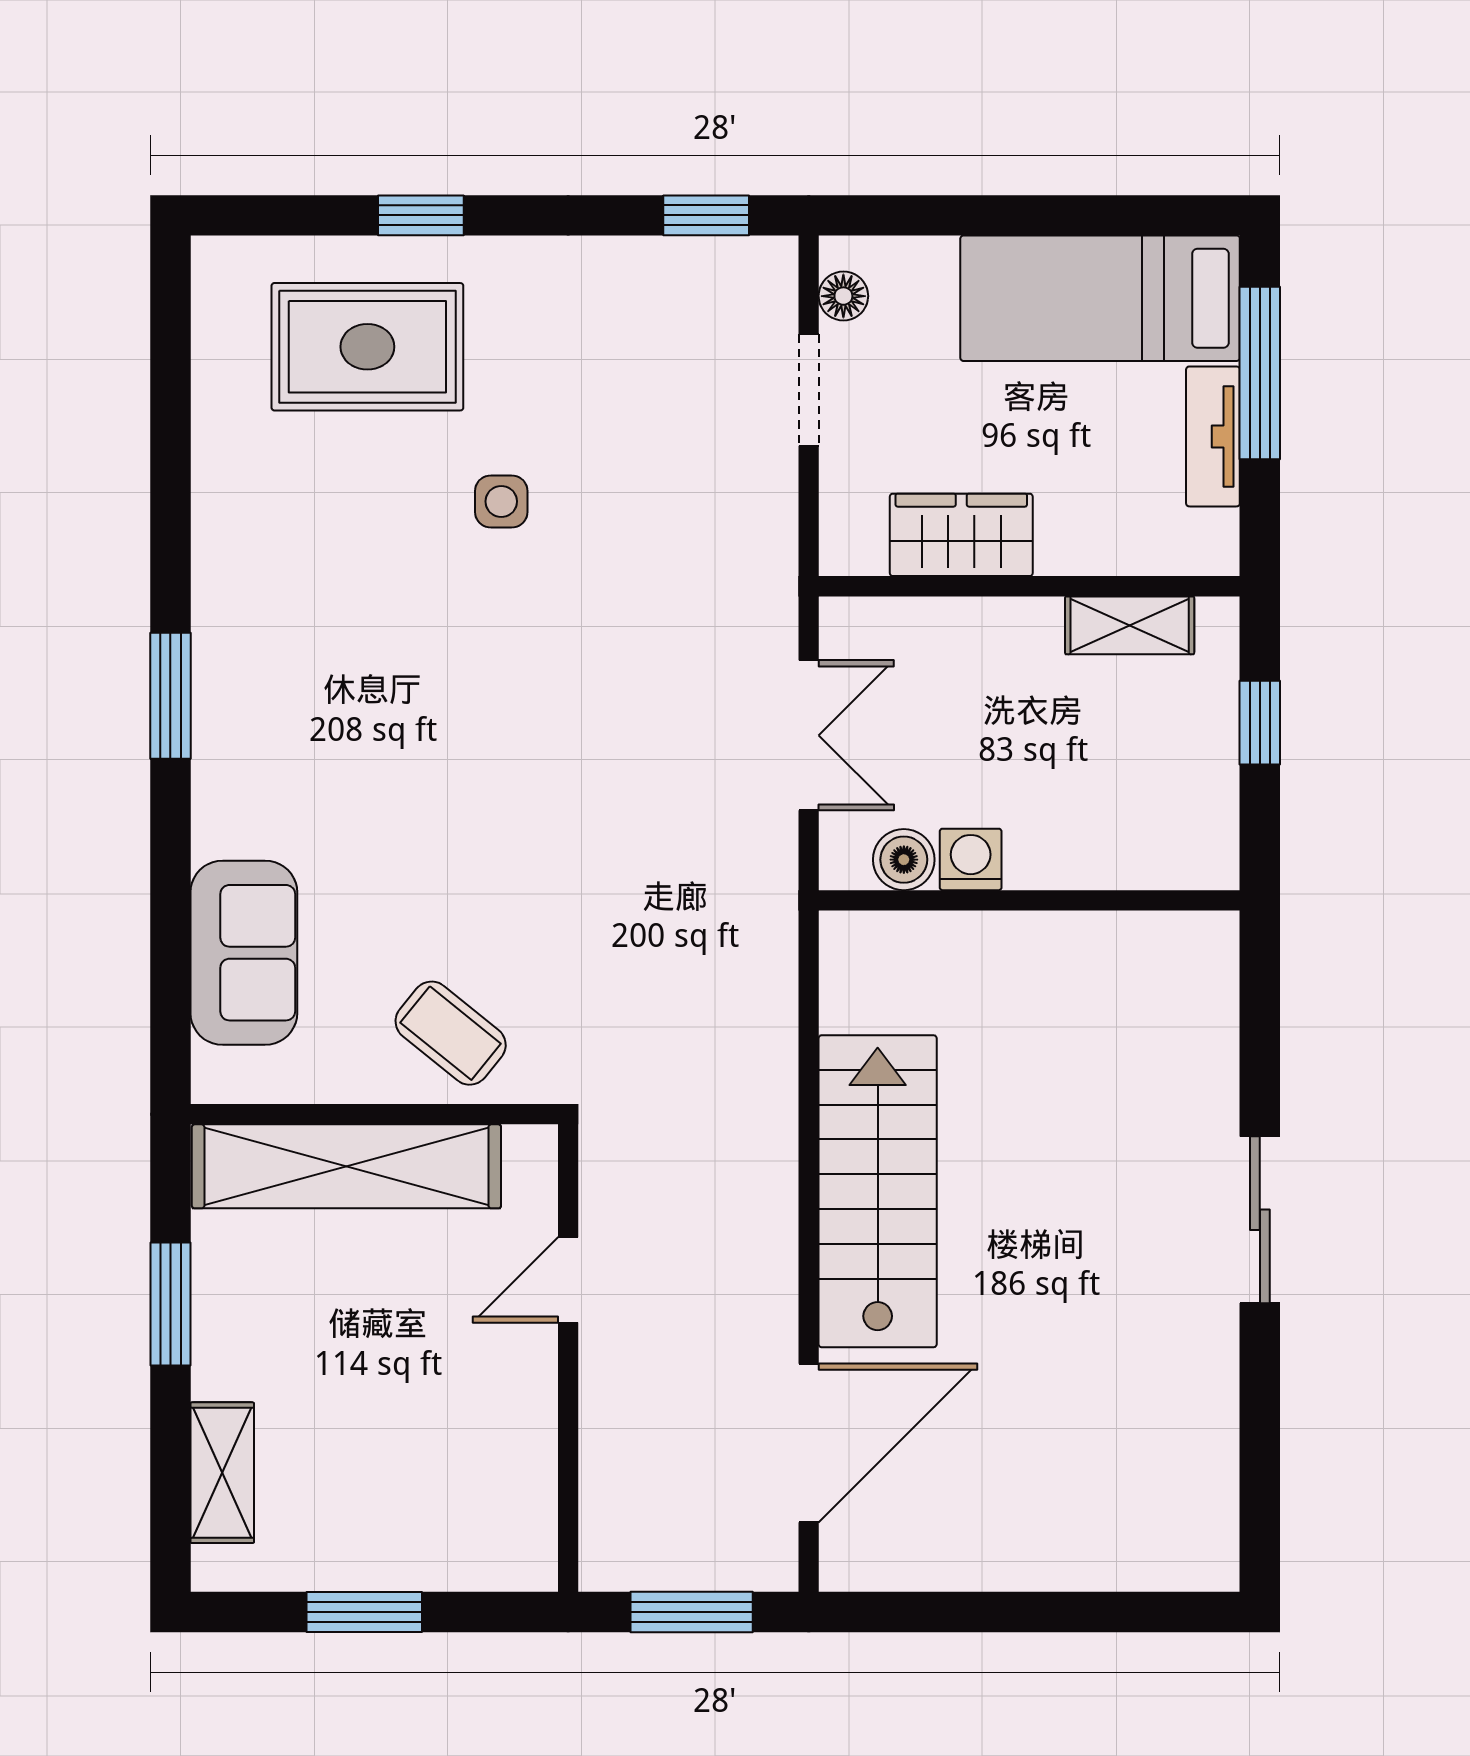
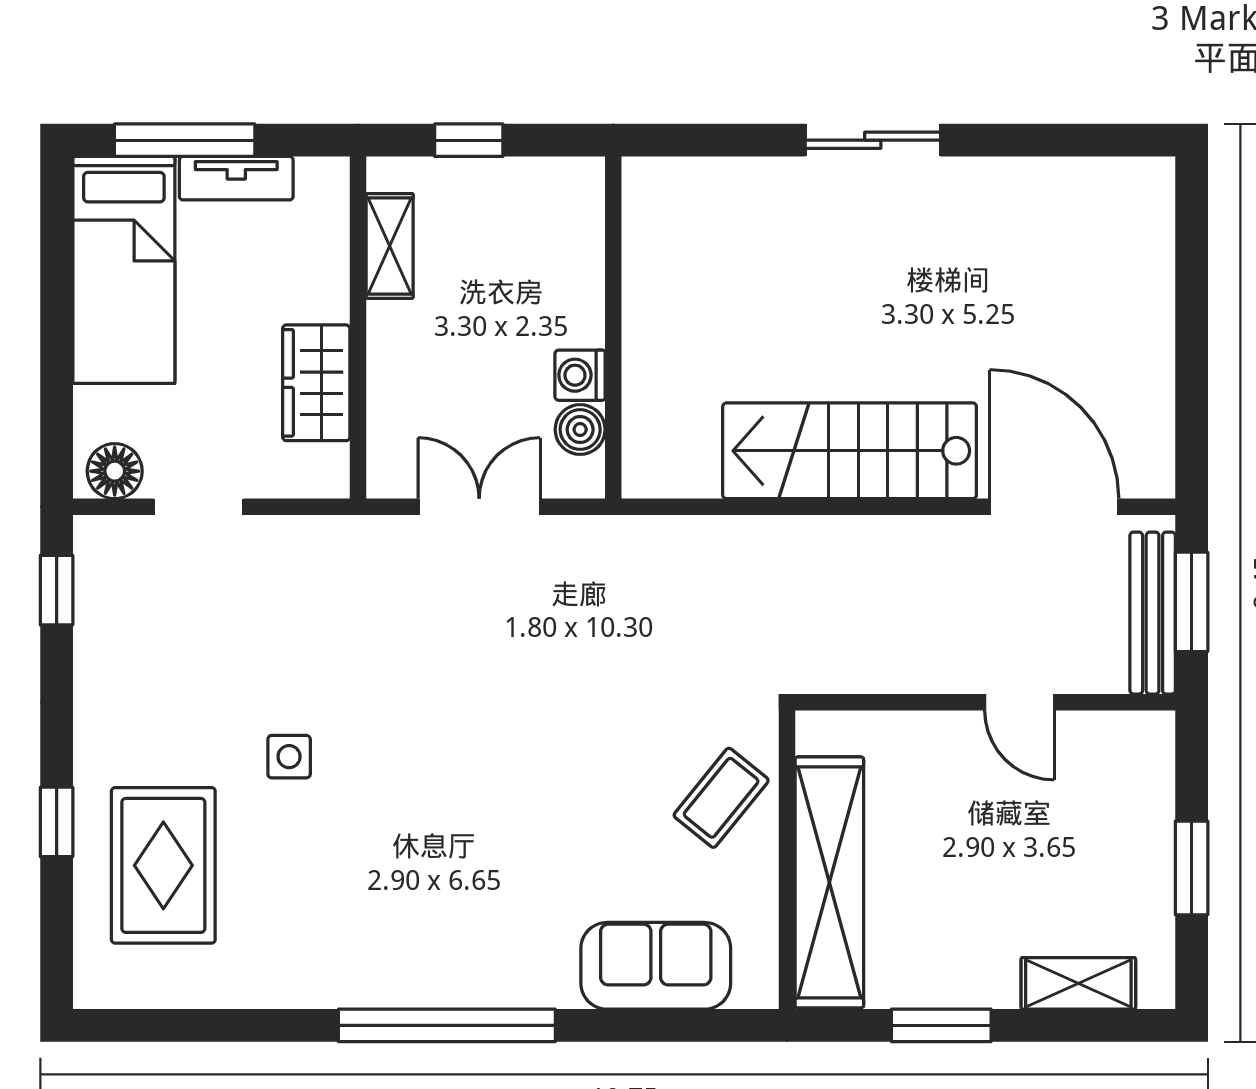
floor lamp: (843, 296) -> (115, 471), width x1.37, depth x1.37
window: (170, 696) -> (447, 1025), width x2.11
door: (568, 1280) -> (1019, 702), moved
bench: (678, 1564) -> (1153, 613), added

